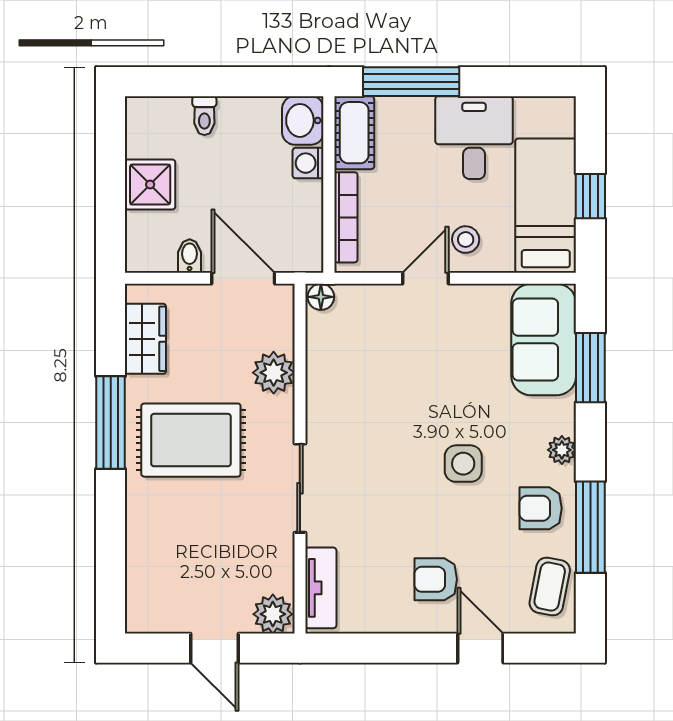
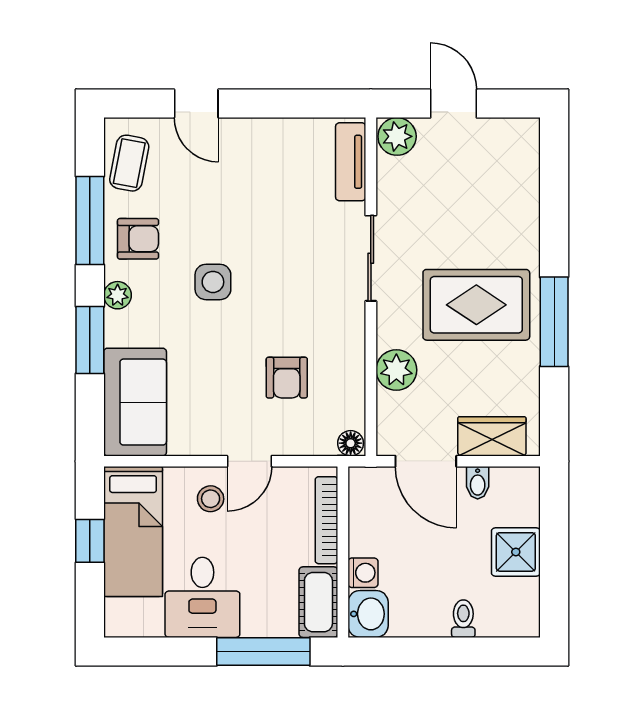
wardrobe: (145, 339) -> (492, 436), moved, turned 90
window: (590, 368) -> (90, 340), moved
armchair: (436, 579) -> (287, 378), moved, turned 90

